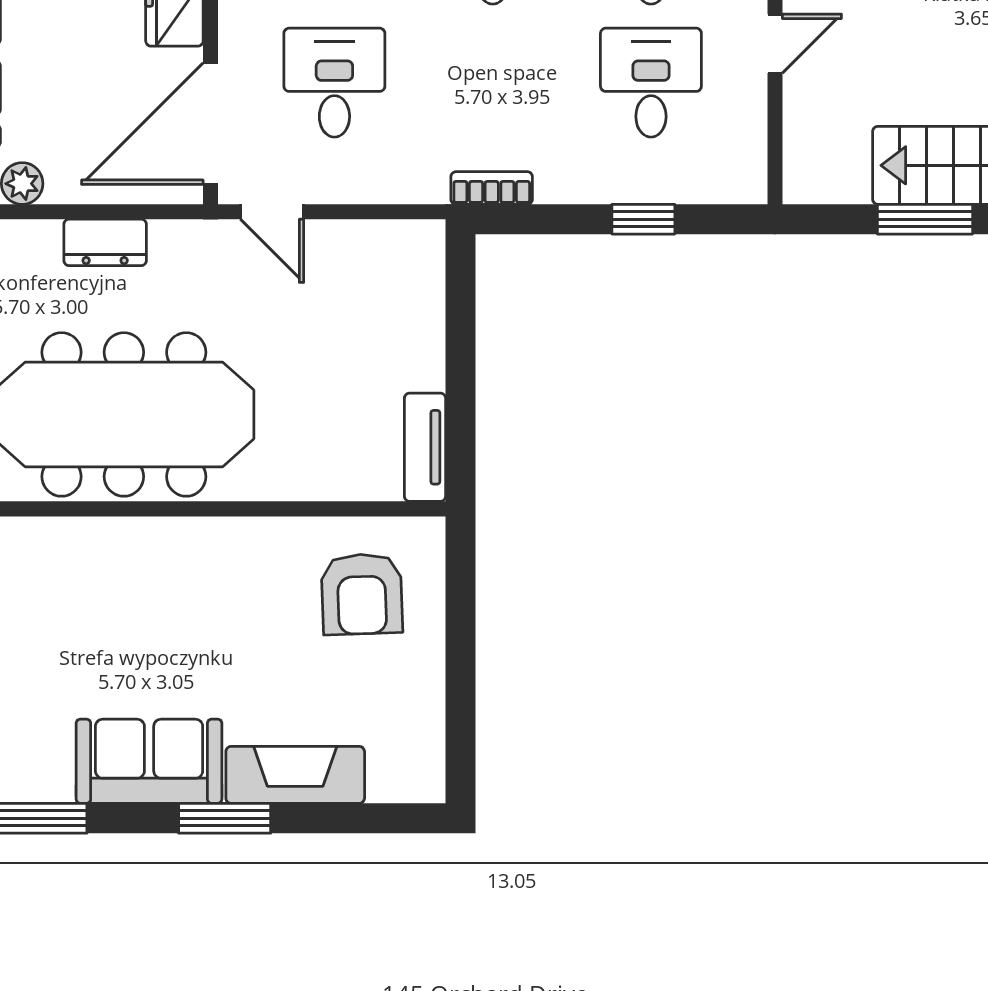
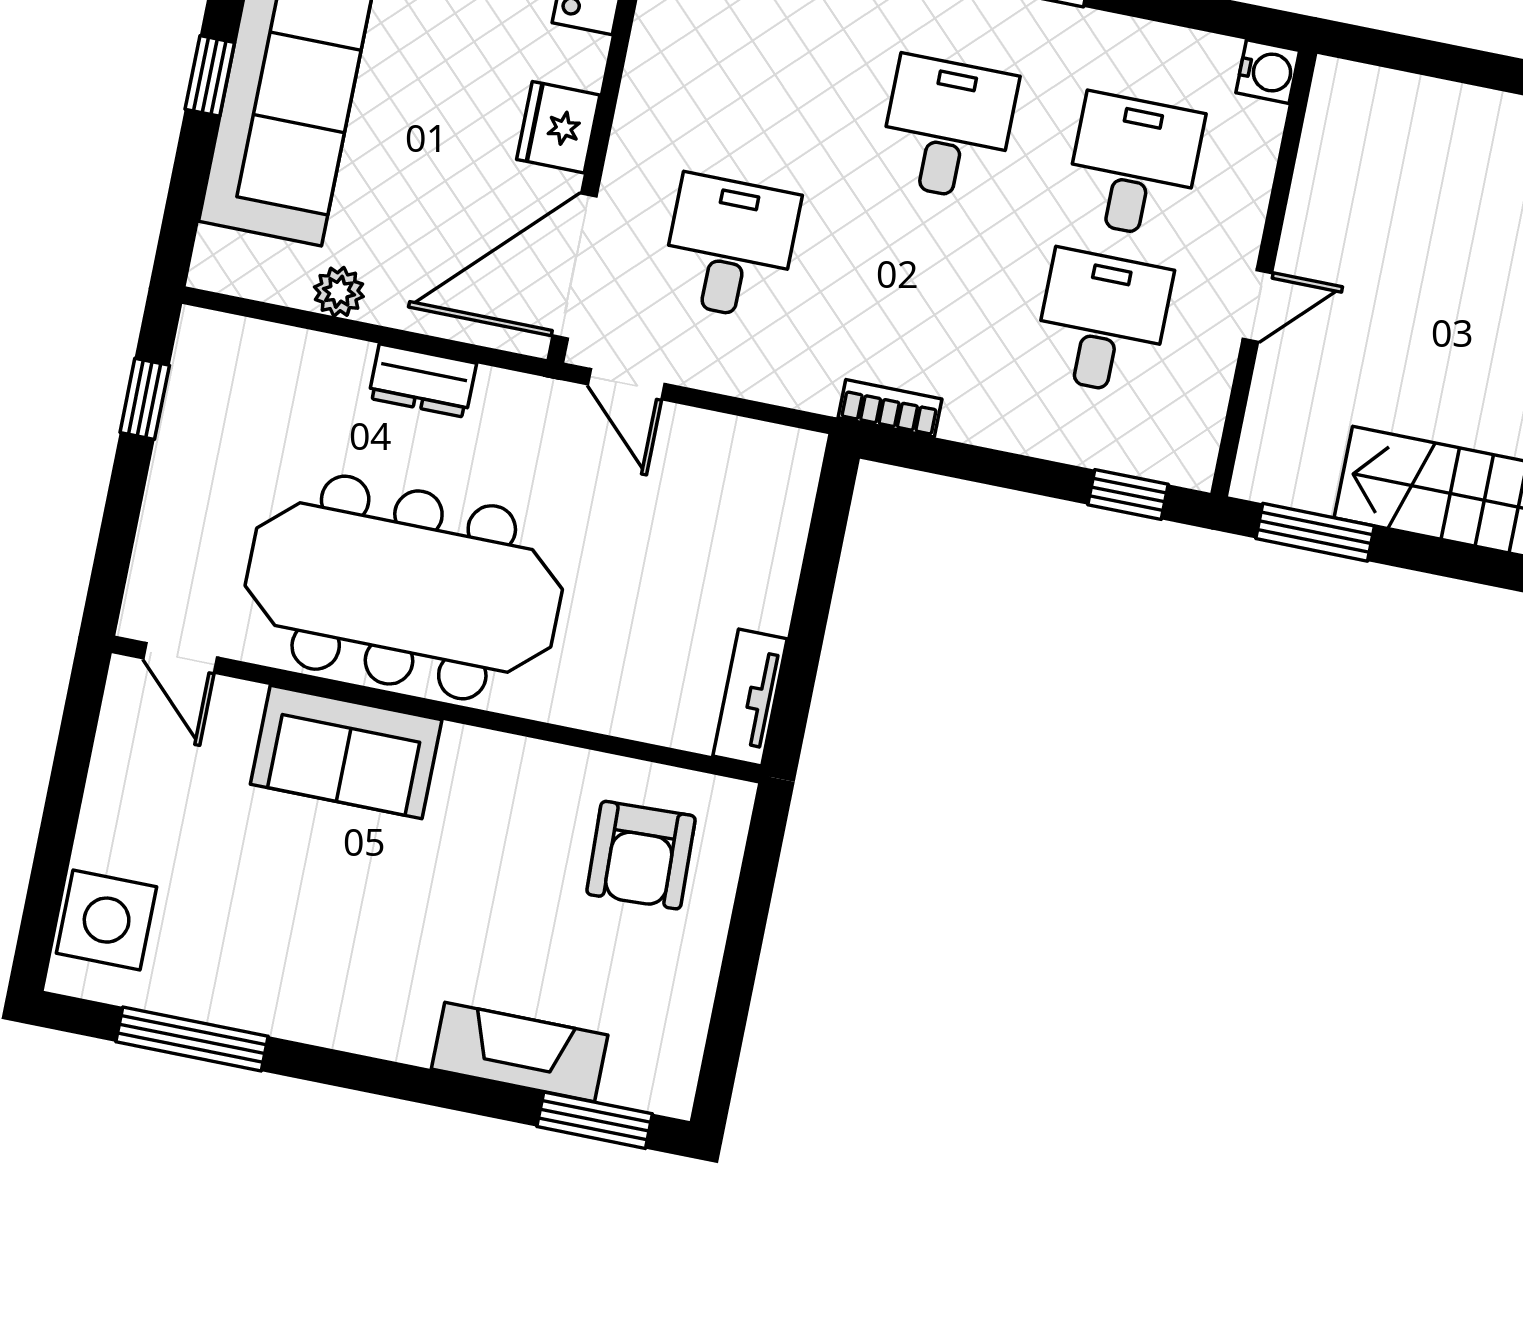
window: (643, 219) -> (1128, 494), moved
window: (925, 219) -> (1315, 532), moved
sofa: (149, 761) -> (346, 752), moved, turned 180
window: (225, 818) -> (595, 1120), moved

